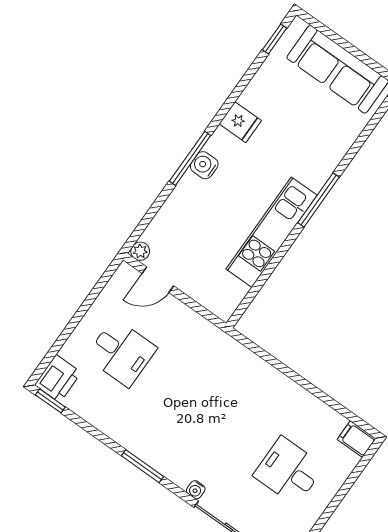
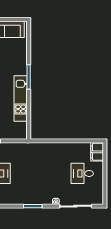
filing cabinet: (356, 439) -> (97, 152), width x2.00

